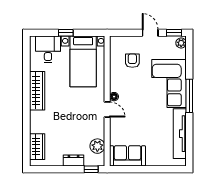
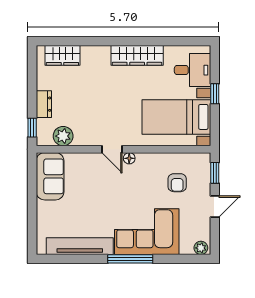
window: (174, 33) -> (215, 173), moved
armchair: (132, 61) -> (177, 183), turned 90
door: (107, 109) -> (112, 149), hinge flipped

